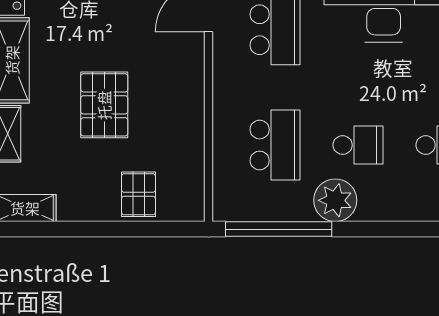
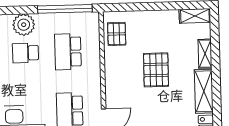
pallet: (138, 194) -> (117, 34), moved
plant: (335, 200) -> (24, 25), moved

